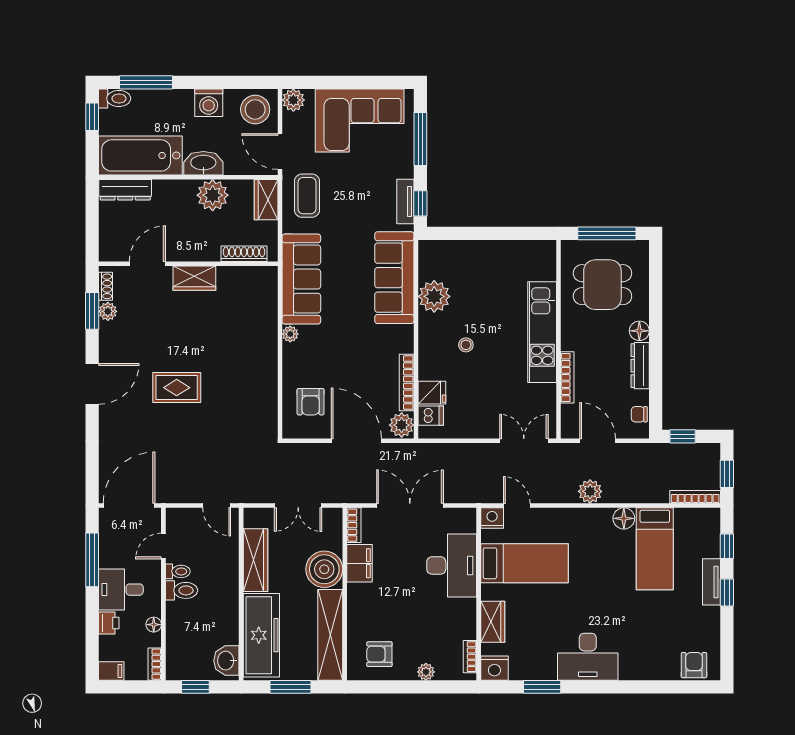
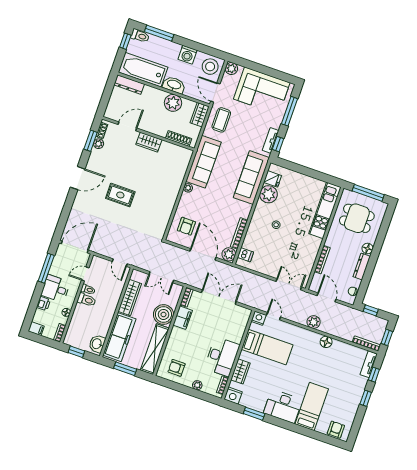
kitchen unit: (542, 332) -> (325, 210), moved
fridge: (432, 393) -> (273, 179), moved
bed: (655, 549) -> (312, 406), moved, turned 180
desk: (452, 565) -> (222, 357), moved
tv unit: (712, 582) -> (369, 364), moved

